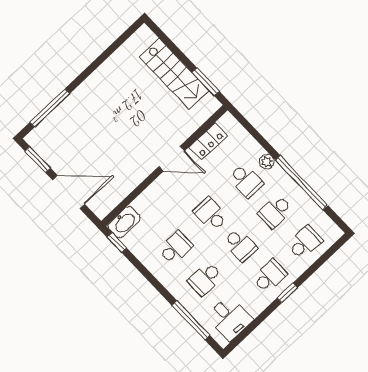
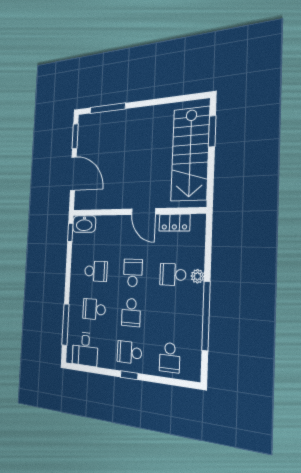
stairs: (174, 74) -> (190, 154), width x1.36, depth x1.51
window: (206, 82) -> (212, 131), moved
school desk: (246, 181) -> (173, 275), turned 90
school desk: (275, 212) -> (171, 316), removed
school desk: (305, 243) -> (170, 358), turned 90
school desk: (270, 276) -> (129, 352), turned 180

